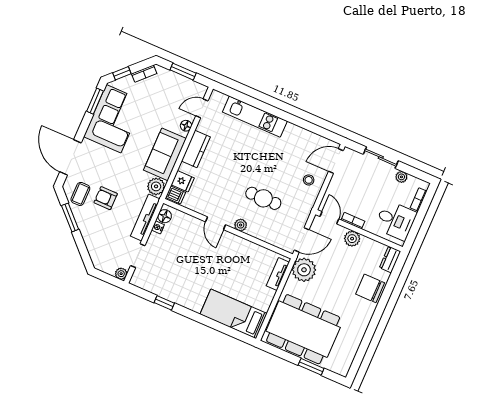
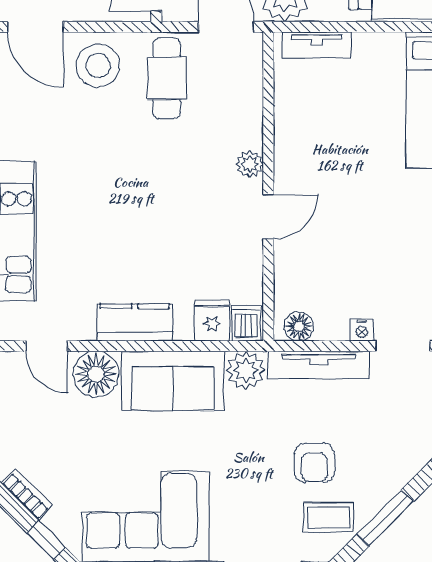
floor lamp: (186, 126) -> (96, 374), width x1.89, depth x1.89
stool: (309, 180) -> (98, 66), width x1.89, depth x1.89
cafe table: (263, 198) -> (167, 78), moved
nightstand: (158, 227) -> (362, 330), moved

